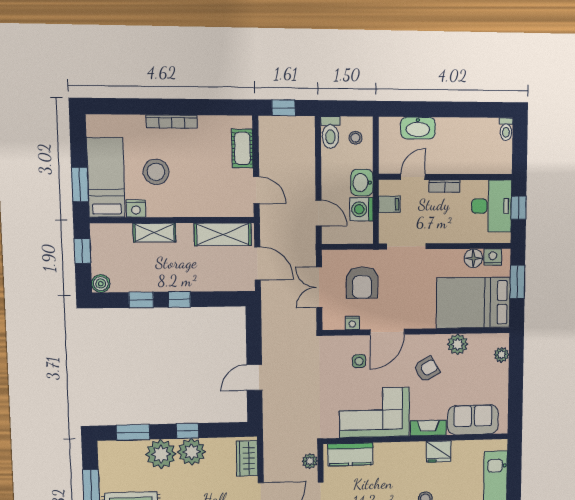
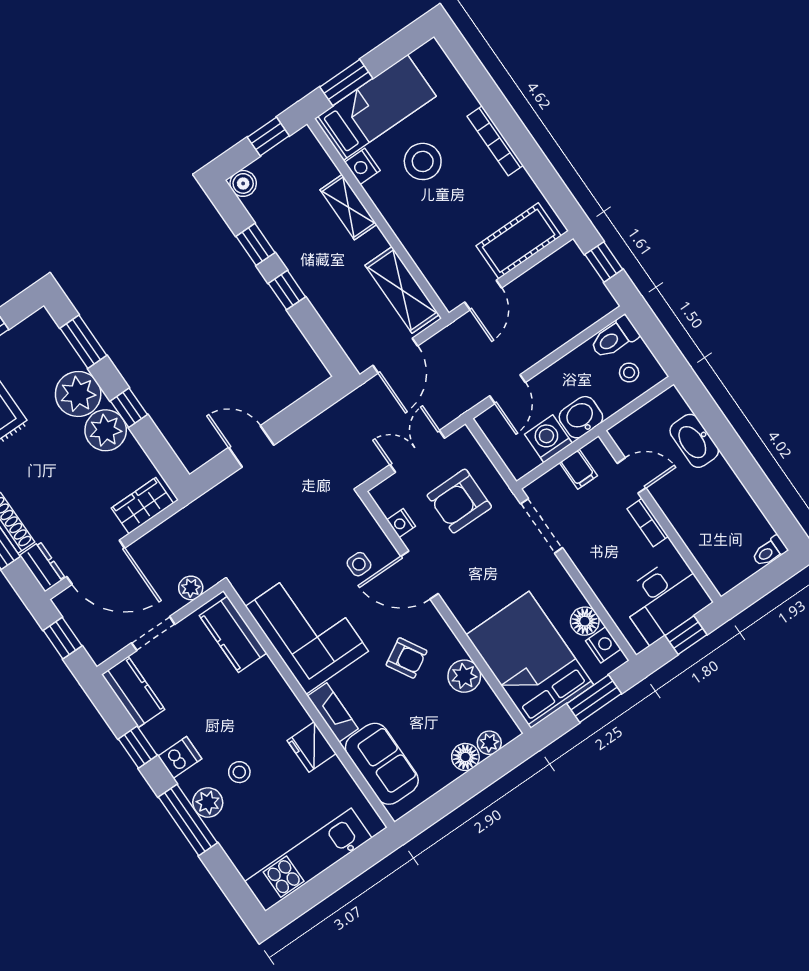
cot: (242, 148) -> (519, 241), width x1.37, depth x1.34
floor lamp: (500, 373) -> (465, 757), added

